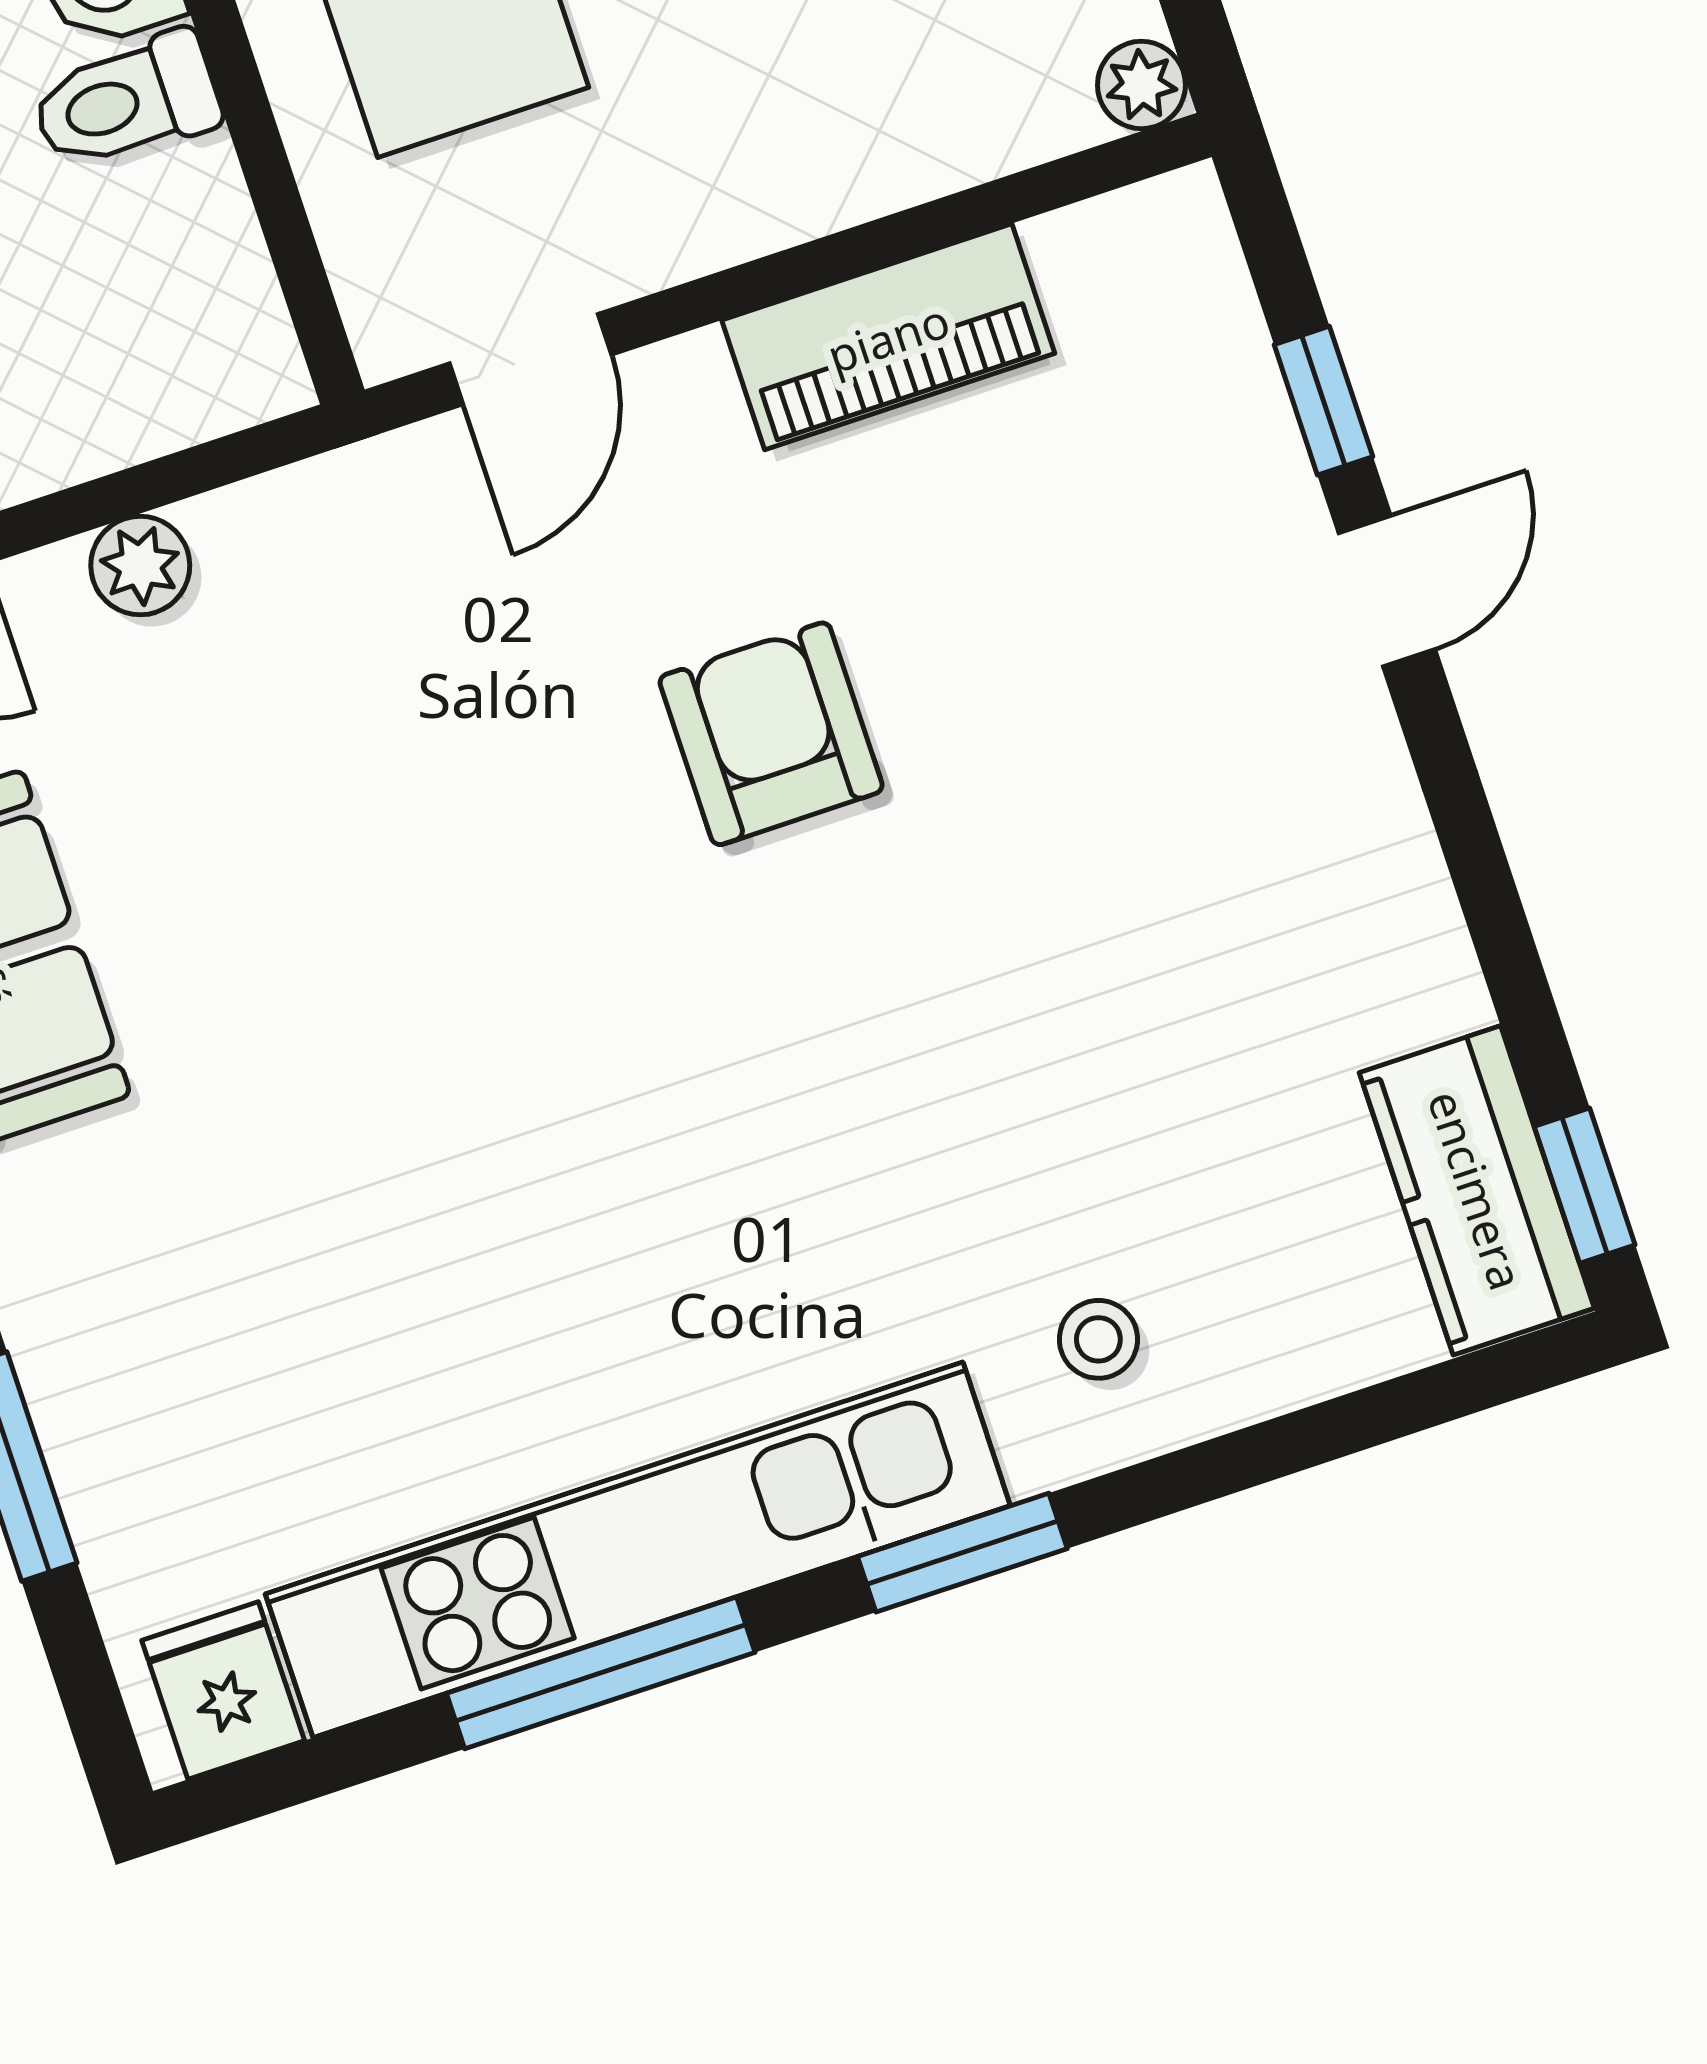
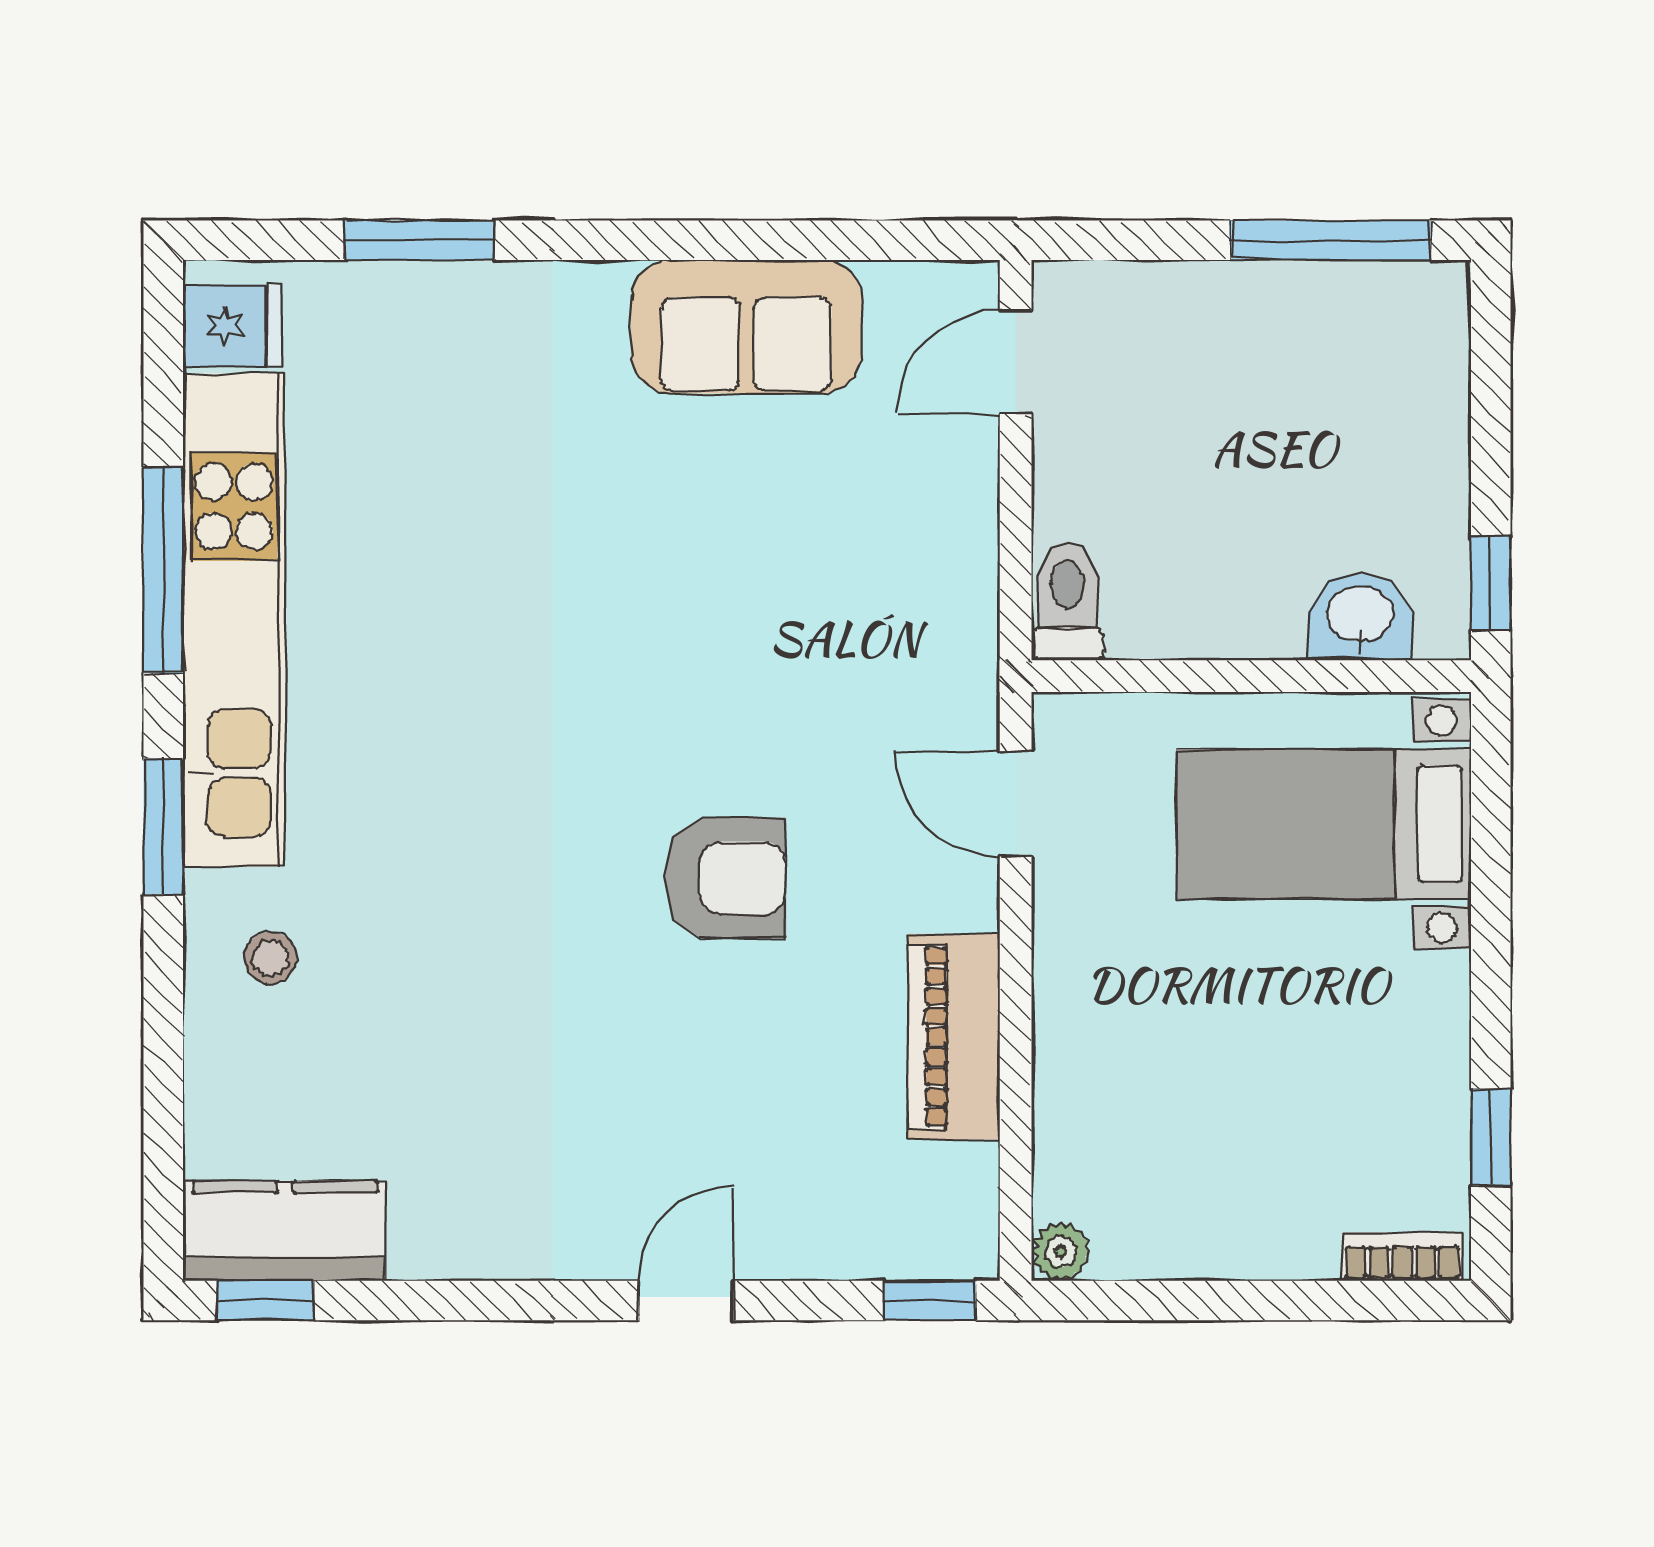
toilet: (126, 101) -> (1067, 601), moved
window: (1323, 401) -> (930, 1301), moved
plant: (140, 566) -> (967, 512), removed
door: (1387, 591) -> (686, 1301), swing flipped

